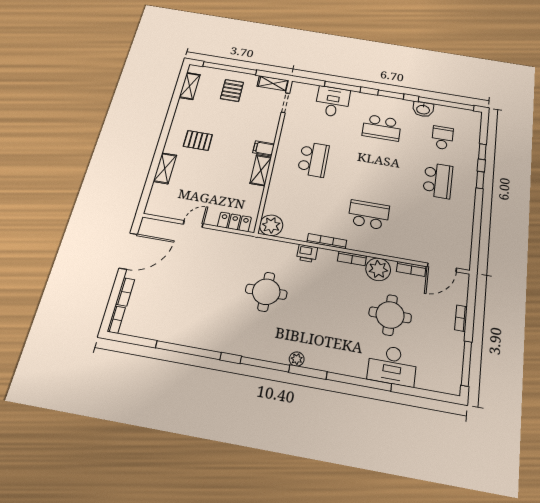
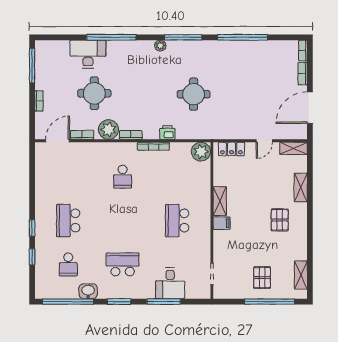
shelving: (273, 83) -> (294, 148), moved
pallet: (198, 140) -> (280, 220), turned 90
school desk: (369, 215) -> (123, 177), width x0.54

